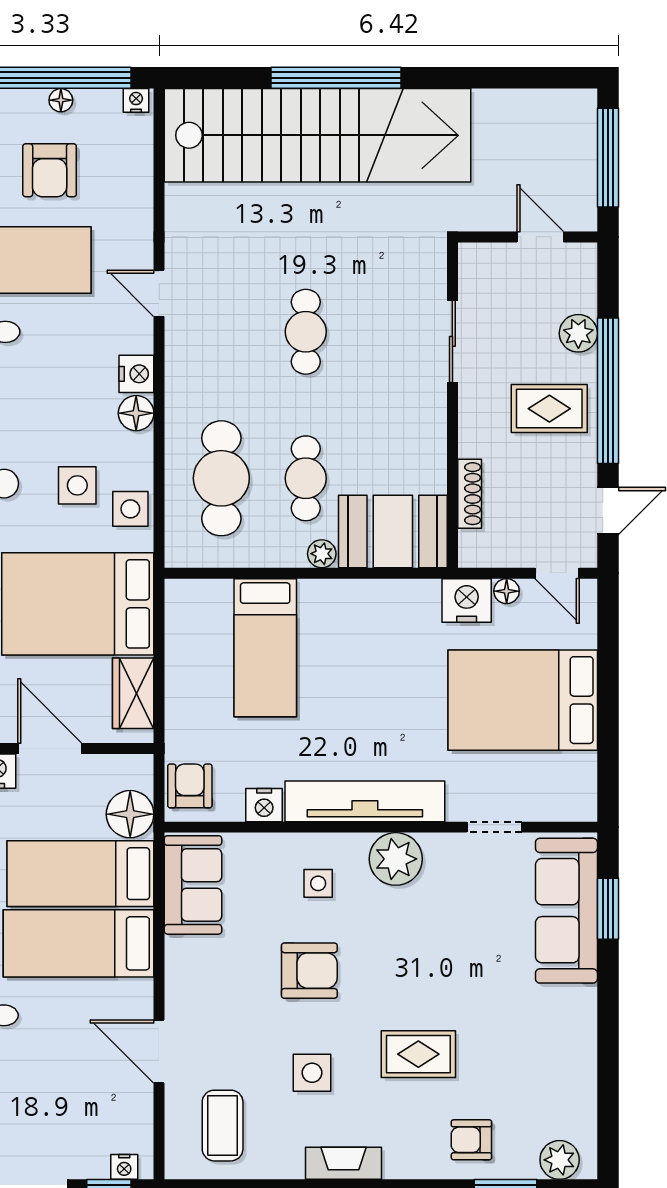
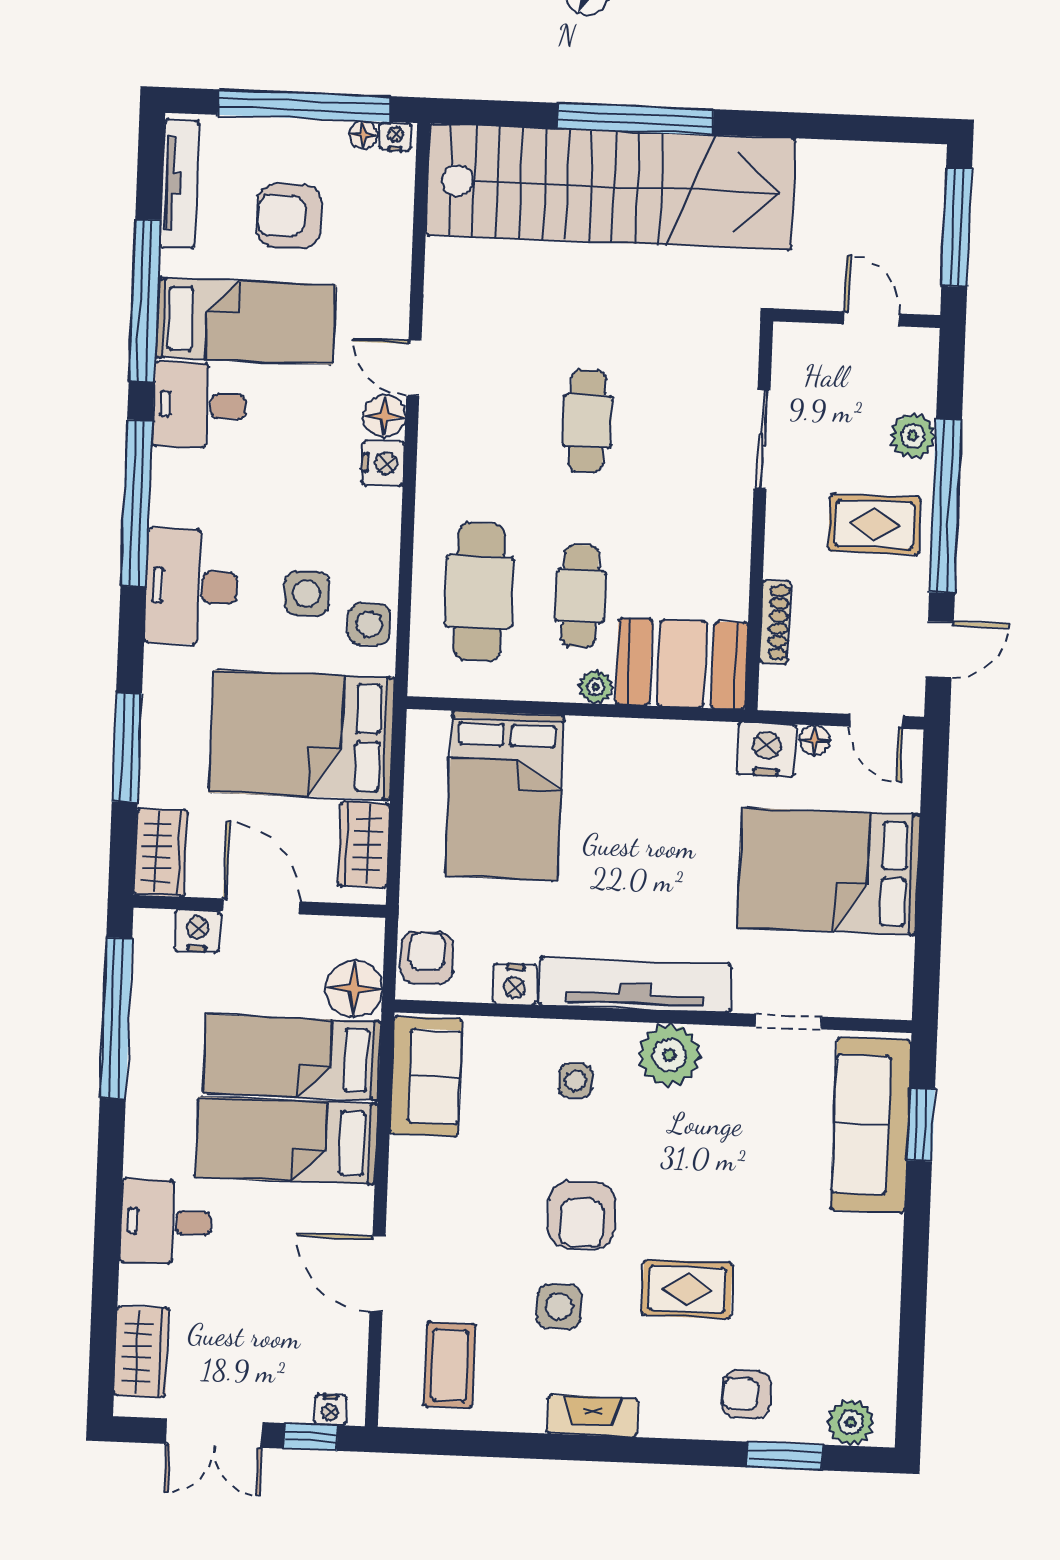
floor lamp: (61, 100) -> (363, 135), moved
armchair: (50, 170) -> (289, 216), turned 90
floor lamp: (136, 413) -> (384, 416), moved
bed: (265, 648) -> (505, 796), width x1.50
armchair: (309, 971) -> (582, 1215), moved, turned 90

